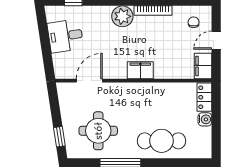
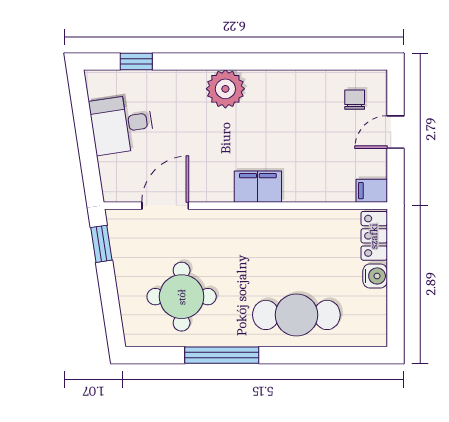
bookcase: (153, 11) -> (281, 79), removed
filing cabinet: (203, 66) -> (372, 191), width x0.50
window: (59, 137) -> (101, 244), moved

